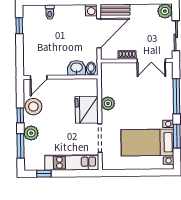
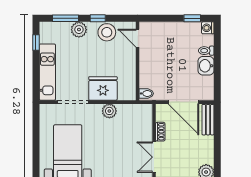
washing machine: (91, 10) -> (208, 28), moved
washbasin: (77, 68) -> (206, 66), moved, turned 180

